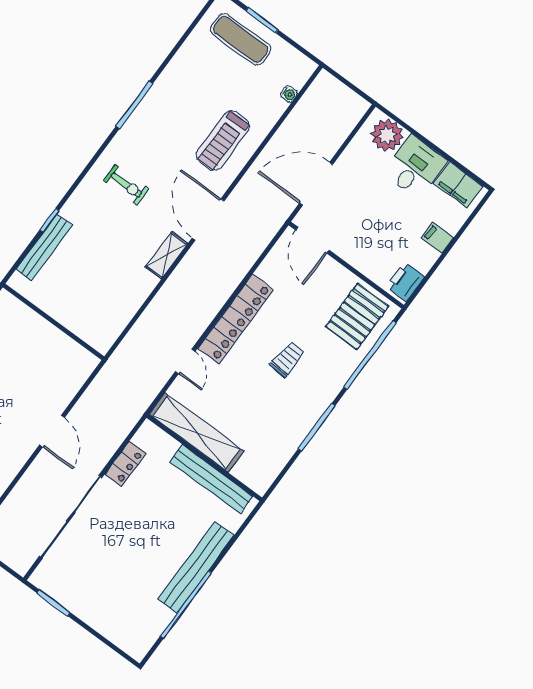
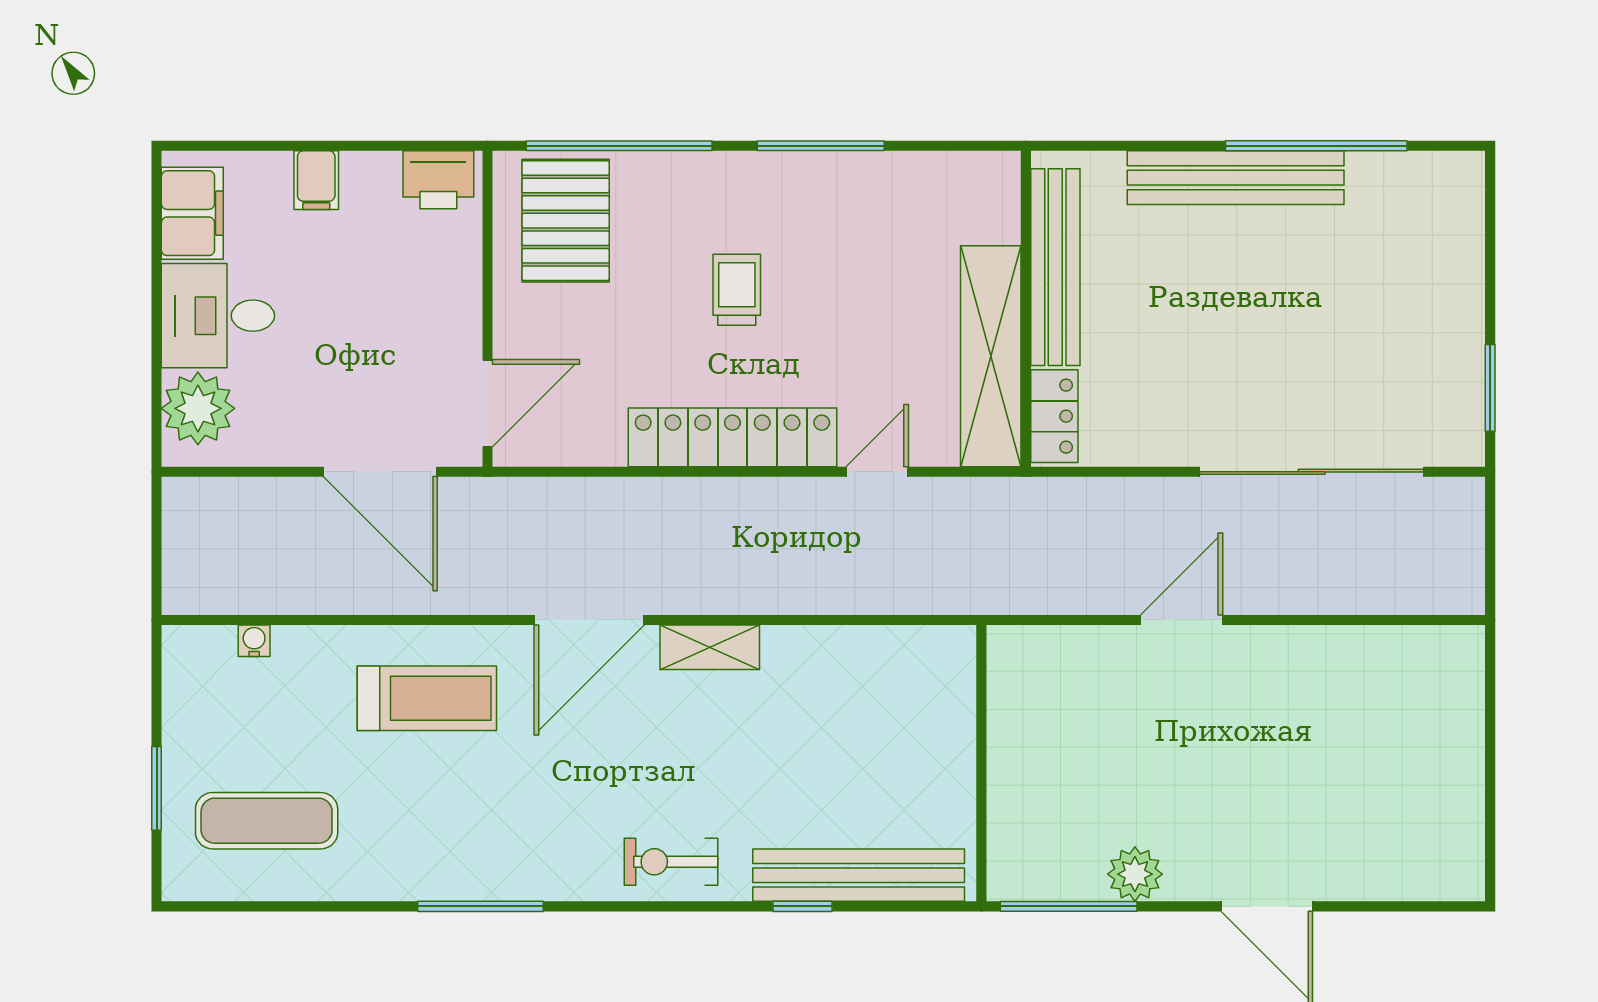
exercise mat: (241, 39) -> (267, 821), moved, turned 90
exercise bike: (126, 185) -> (671, 862), moved, turned -90
bench: (44, 247) -> (859, 875), width x1.37, depth x1.21
pallet: (357, 316) -> (566, 221), turned 90
trolley: (287, 359) -> (737, 290), turned 86
locker: (125, 464) -> (1054, 416), moved, turned 90

